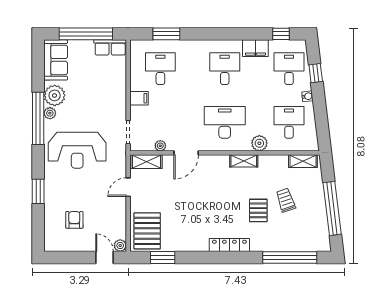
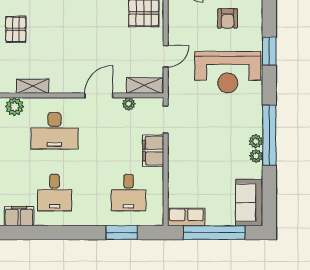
plant: (55, 95) -> (256, 156), width x0.53, depth x0.53
filing cabinet: (139, 98) -> (153, 151), width x2.00
reception desk: (77, 150) -> (228, 72), moved, turned 180

